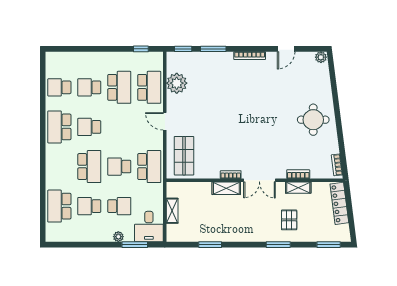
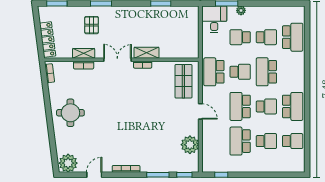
plant: (321, 57) -> (68, 163), width x1.87, depth x1.87
school desk: (149, 87) -> (240, 106), moved
shelving: (172, 211) -> (194, 33), removed

